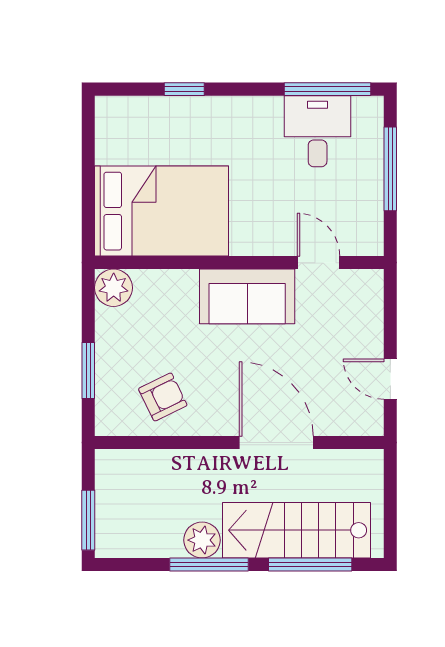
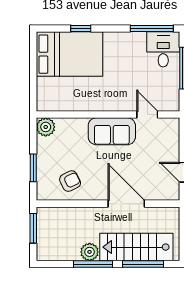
desk: (318, 131) -> (163, 49), moved
bed: (162, 211) -> (69, 54), moved
window: (88, 520) -> (33, 228), moved

